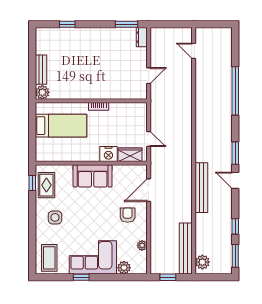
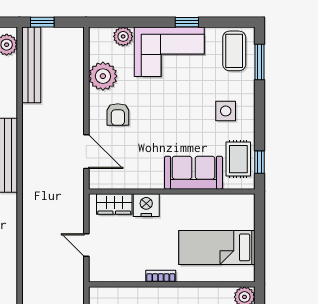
door: (149, 139) -> (86, 245), moved
sofa: (93, 176) -> (193, 173), moved
door: (149, 190) -> (86, 152), hinge flipped
plant: (142, 245) -> (103, 76), width x1.88, depth x1.88
window: (32, 250) -> (259, 62), added
window: (168, 277) -> (42, 22), moved

